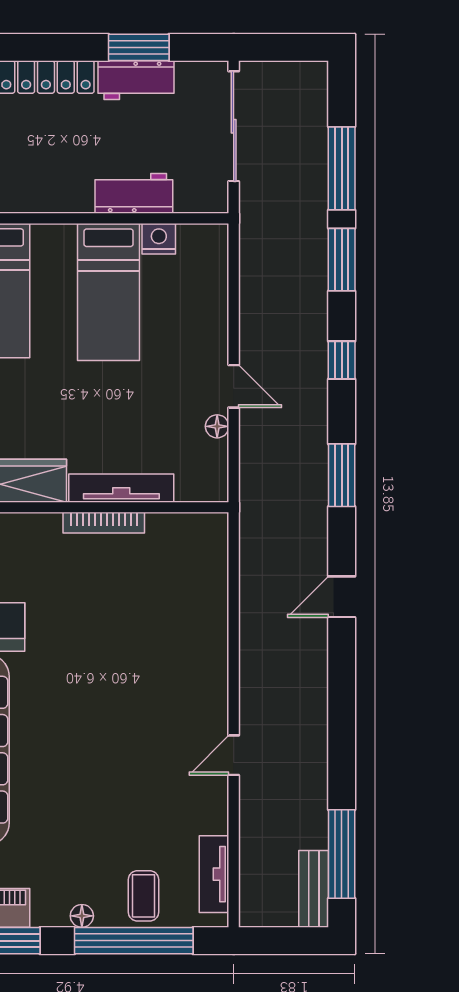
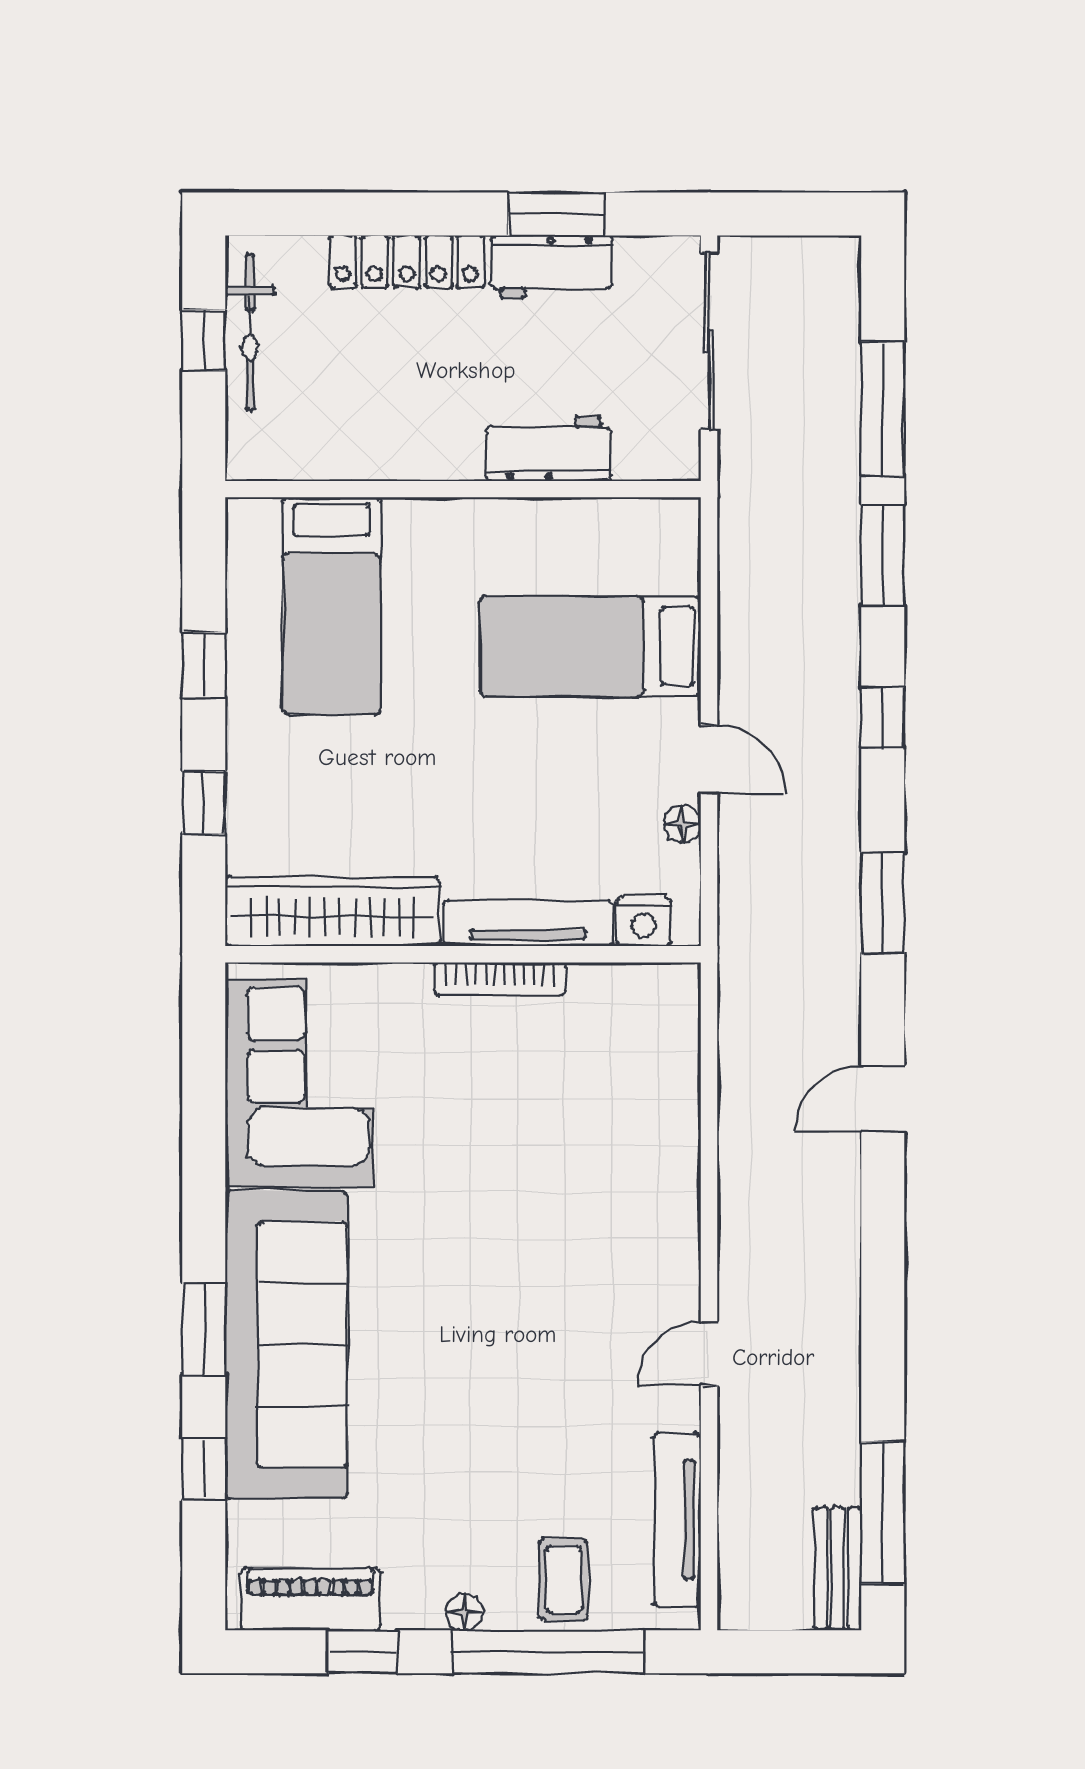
nightstand: (159, 239) -> (644, 922), moved, turned 180
bed: (109, 292) -> (591, 646), moved, turned 90
tv unit: (214, 874) -> (677, 1519), width x1.41

